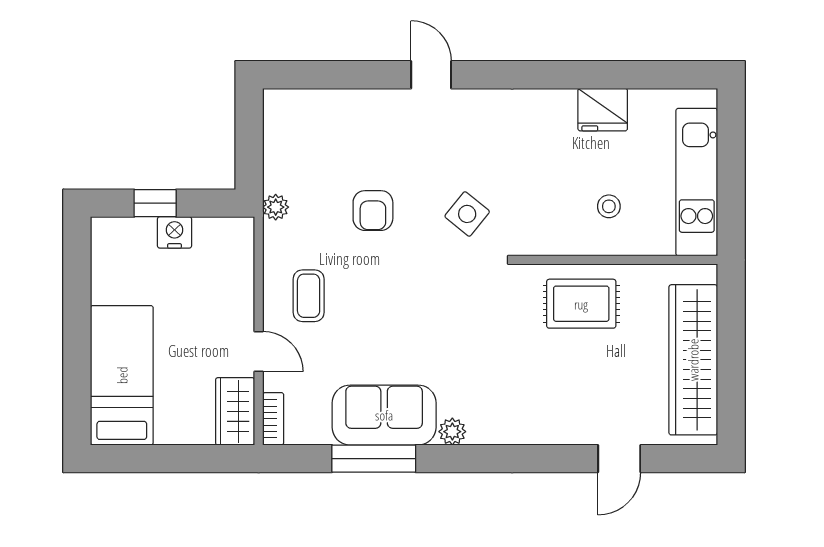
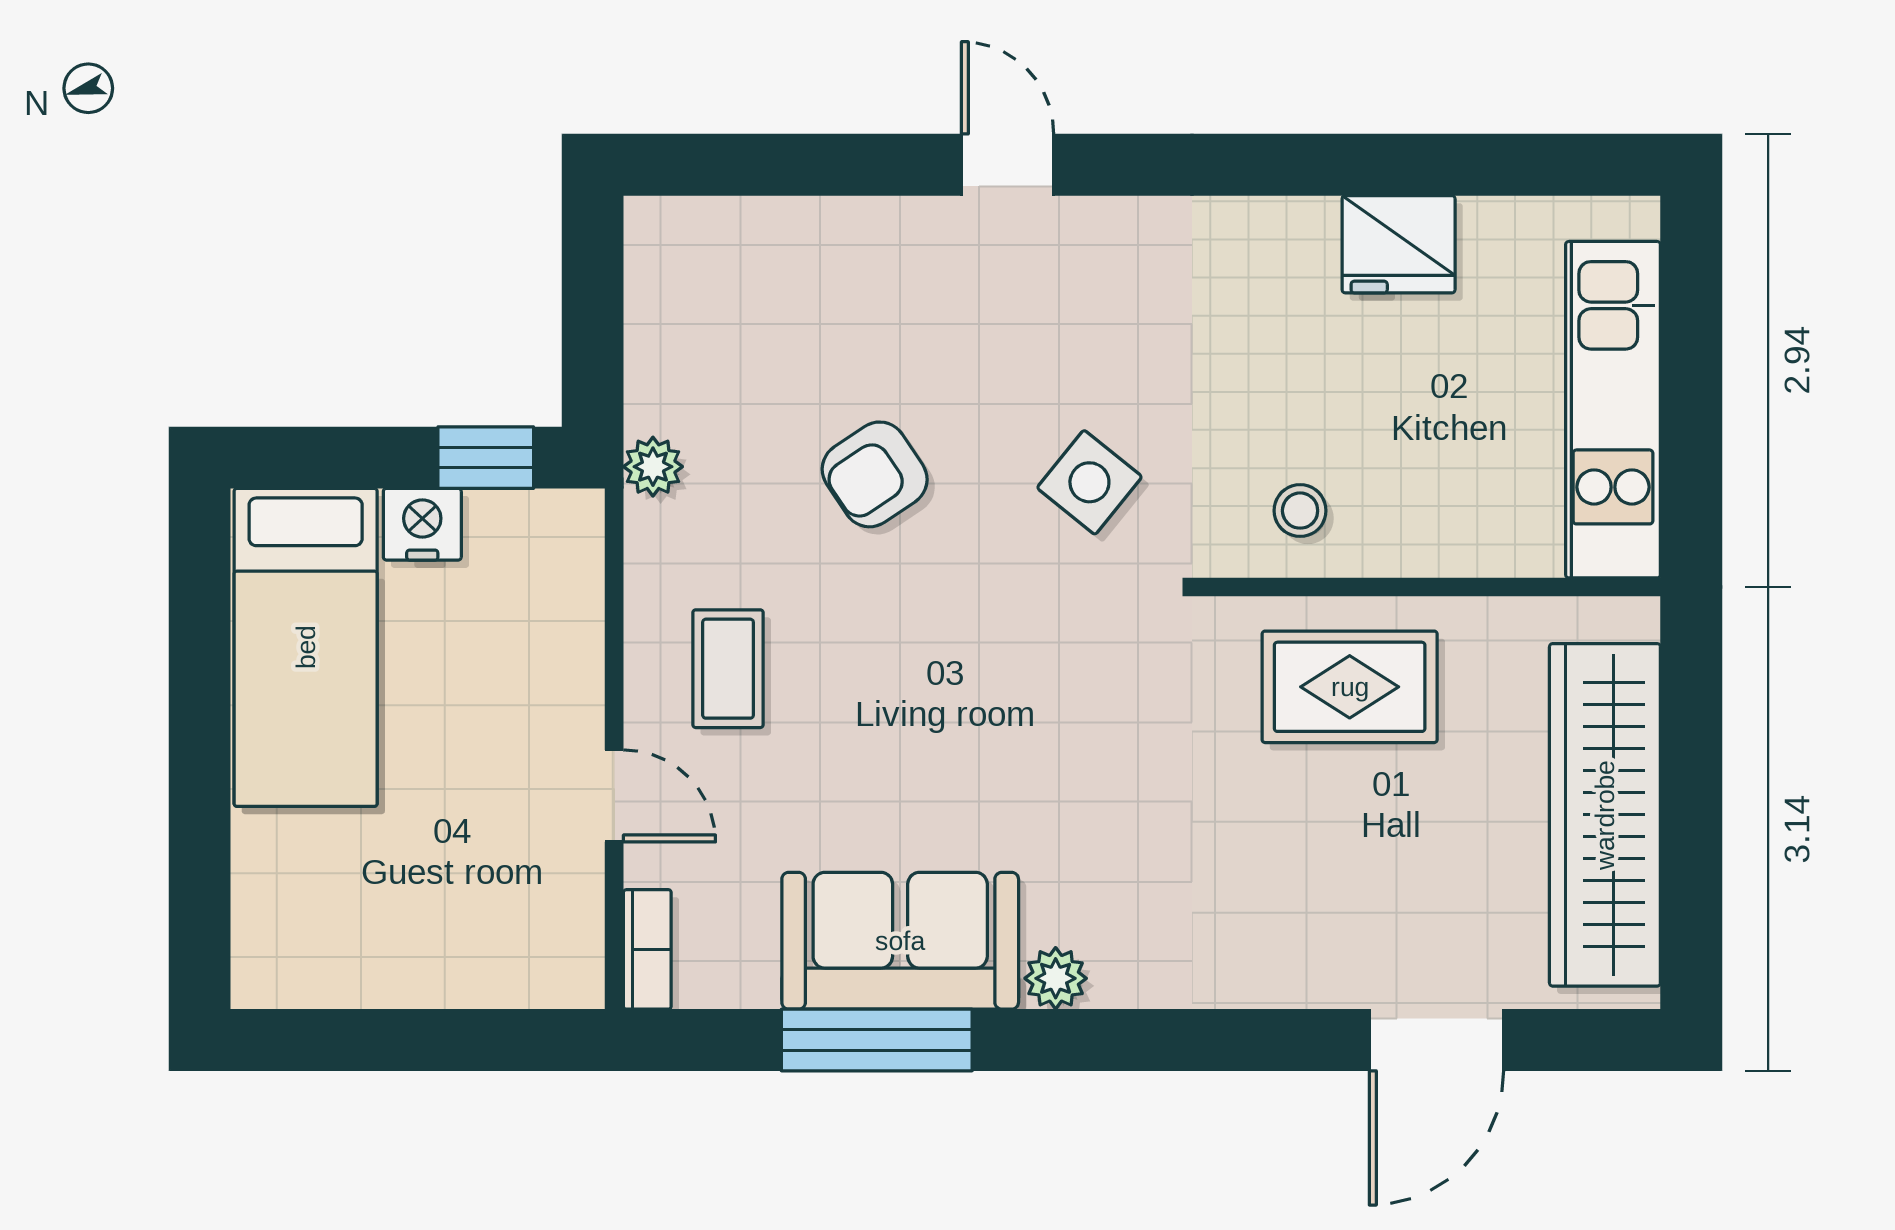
window: (155, 203) -> (486, 458), moved
stool: (609, 206) -> (1300, 511), moved
armchair: (373, 211) -> (875, 474), turned 56
bed: (122, 375) -> (306, 647), moved, turned 180
wardrobe: (235, 411) -> (560, 932), removed
door: (619, 459) -> (1436, 1040), width x1.38

